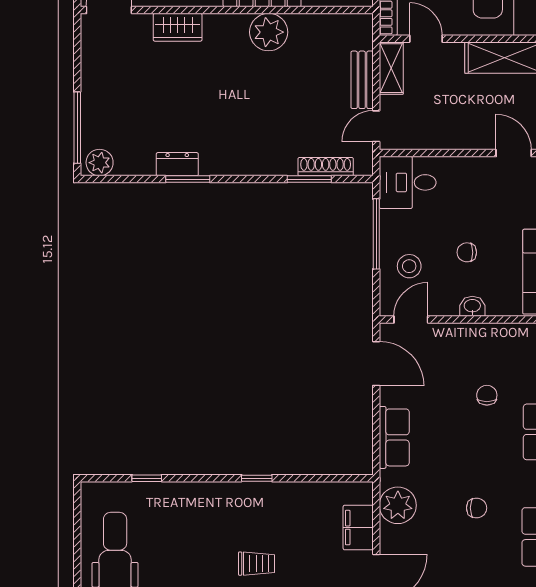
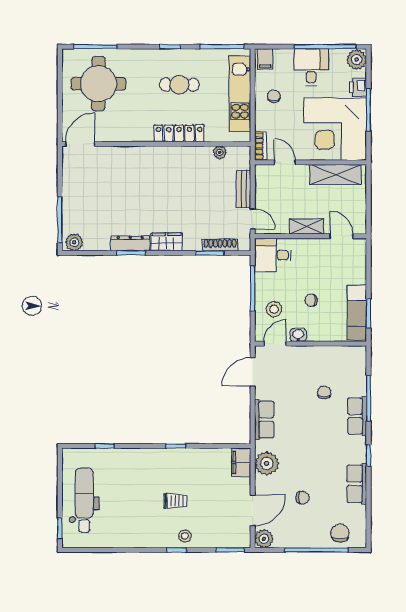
wardrobe: (178, 27) -> (167, 242), moved, turned 180
plant: (269, 32) -> (220, 152), moved, width x0.53, depth x0.53
shelving: (391, 68) -> (307, 227), moved, turned 90
door: (376, 126) -> (253, 219), swing flipped
dresser: (177, 164) -> (130, 243), width x1.44
washbasin: (472, 306) -> (298, 335), moved
door: (376, 364) -> (253, 372), swing flipped
chair: (477, 508) -> (303, 498), moved
filing cabinet: (358, 528) -> (241, 462), moved

